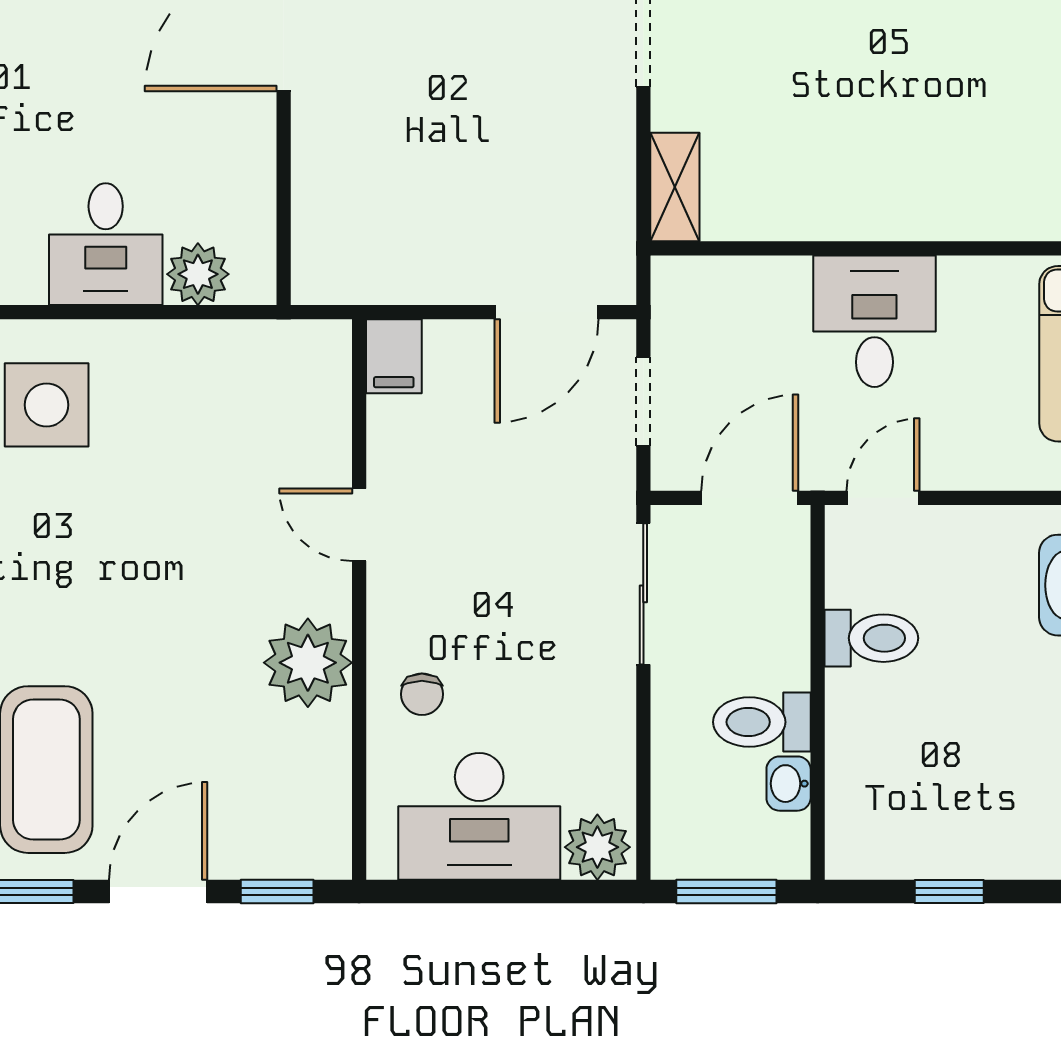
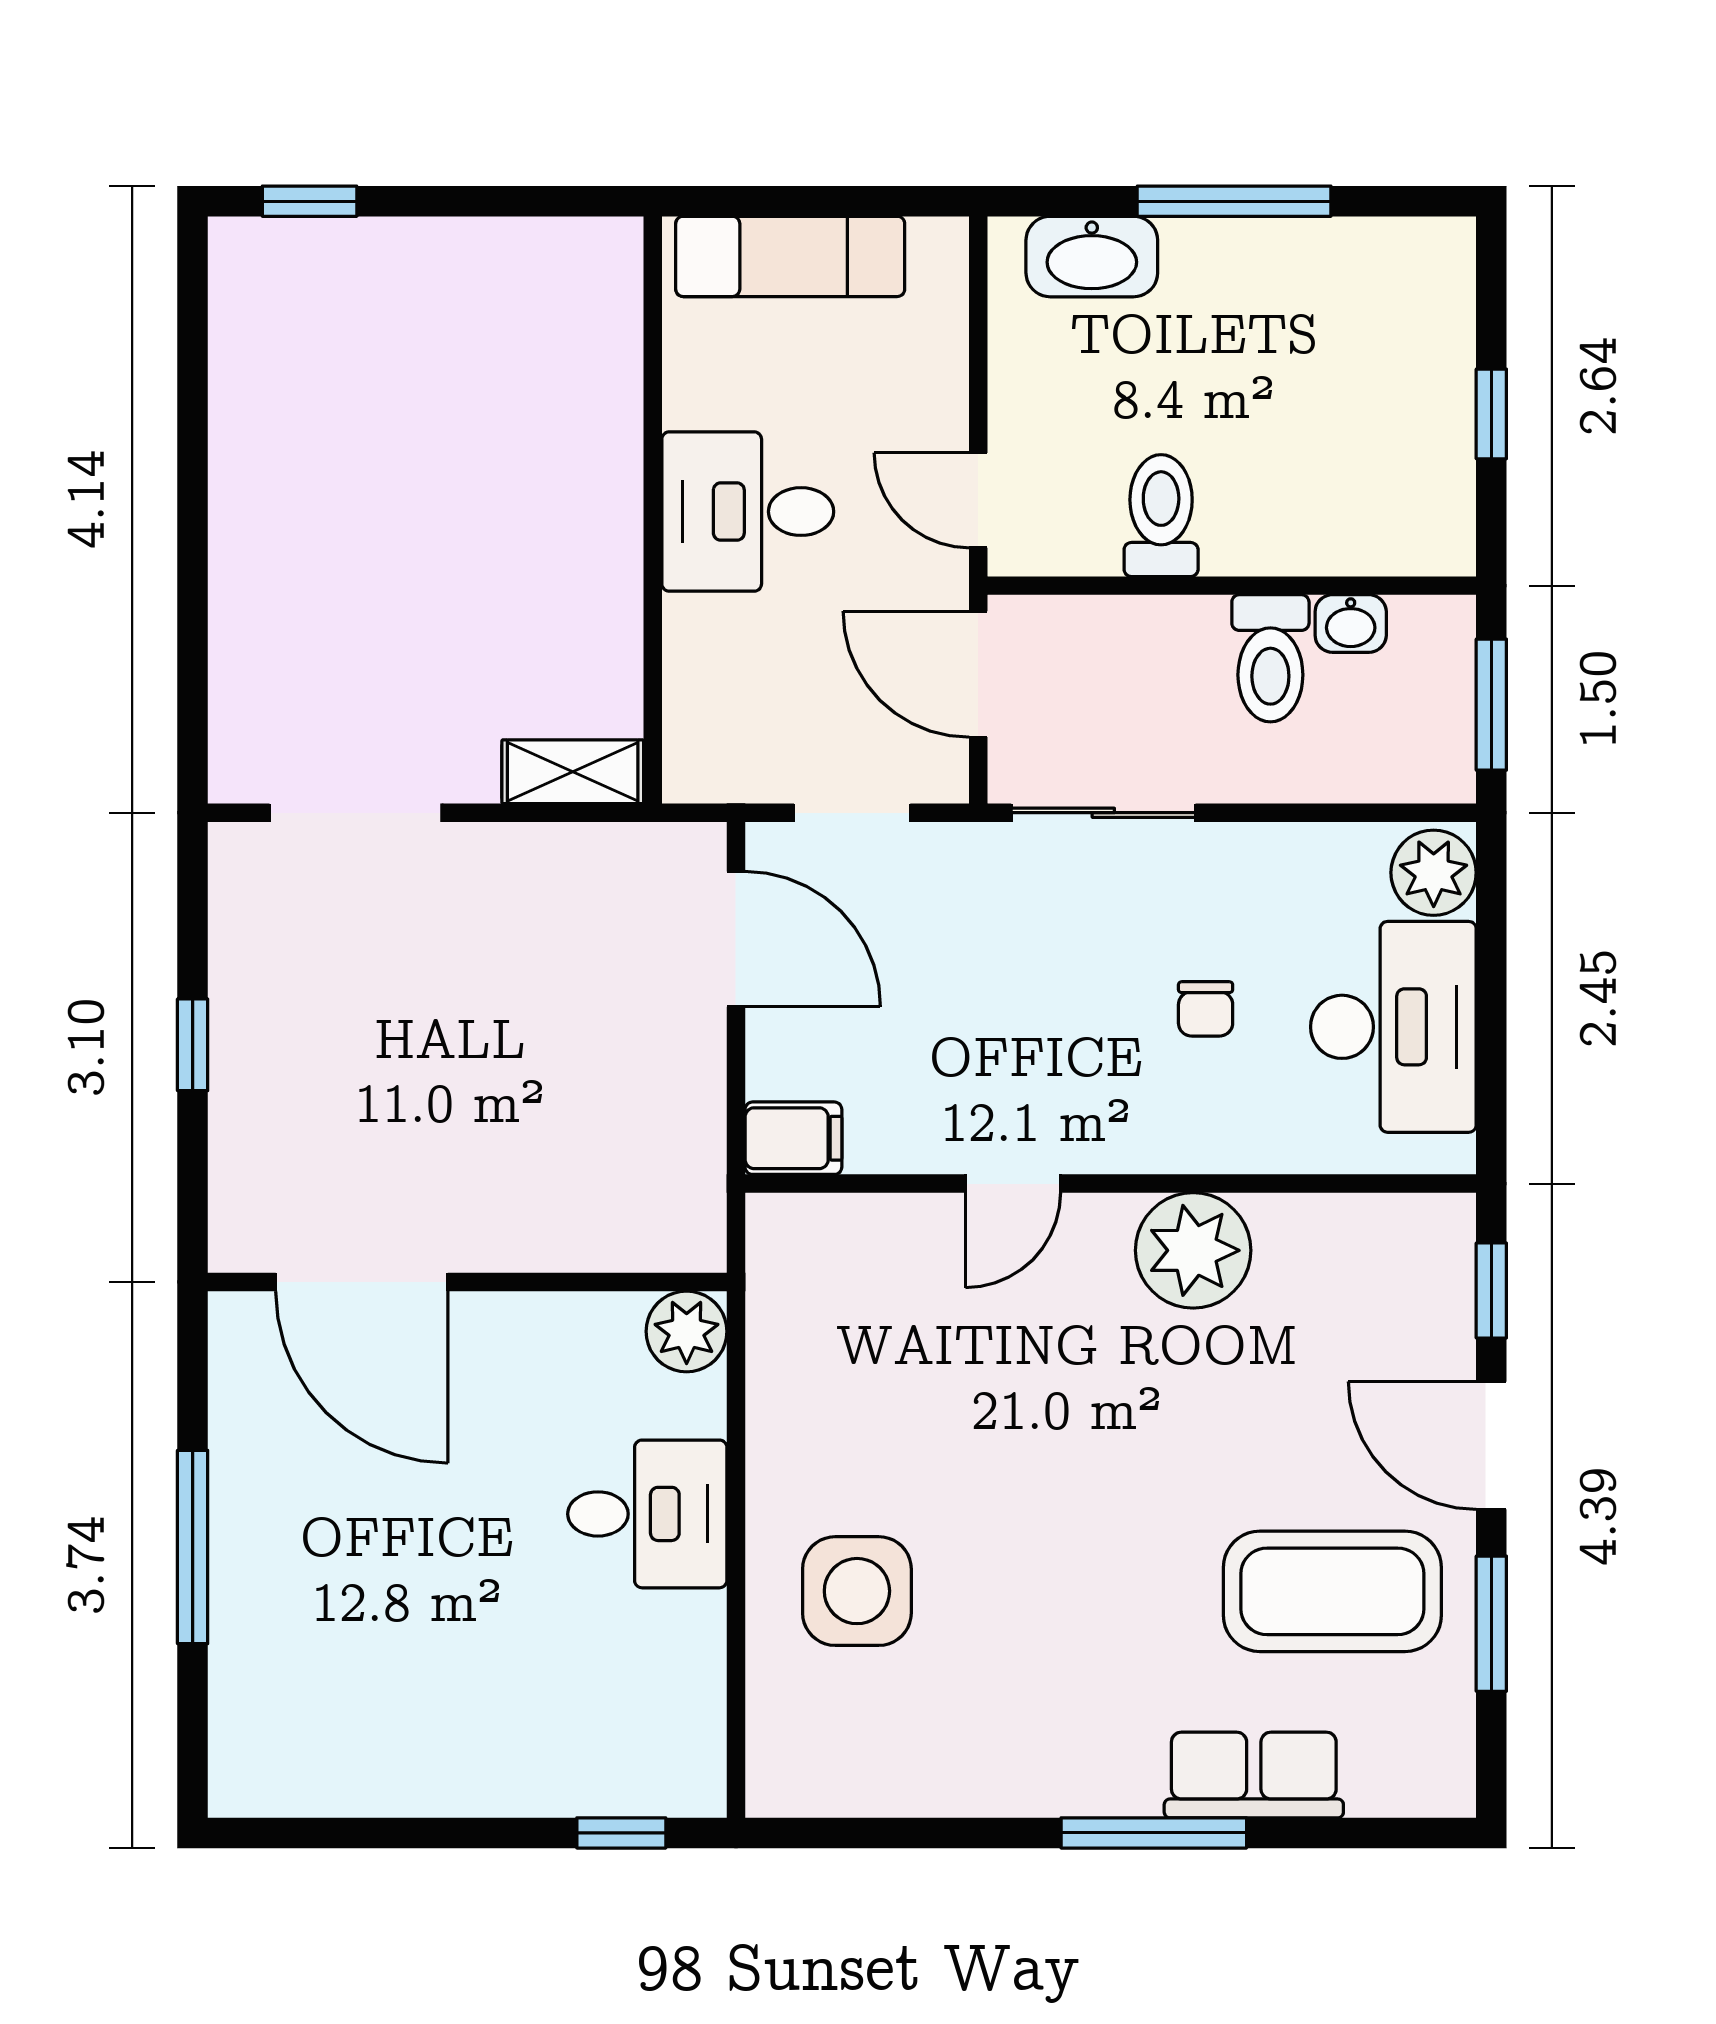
plant: (198, 274) -> (687, 1331), moved
chair: (422, 694) -> (1206, 1009), moved, turned 90

